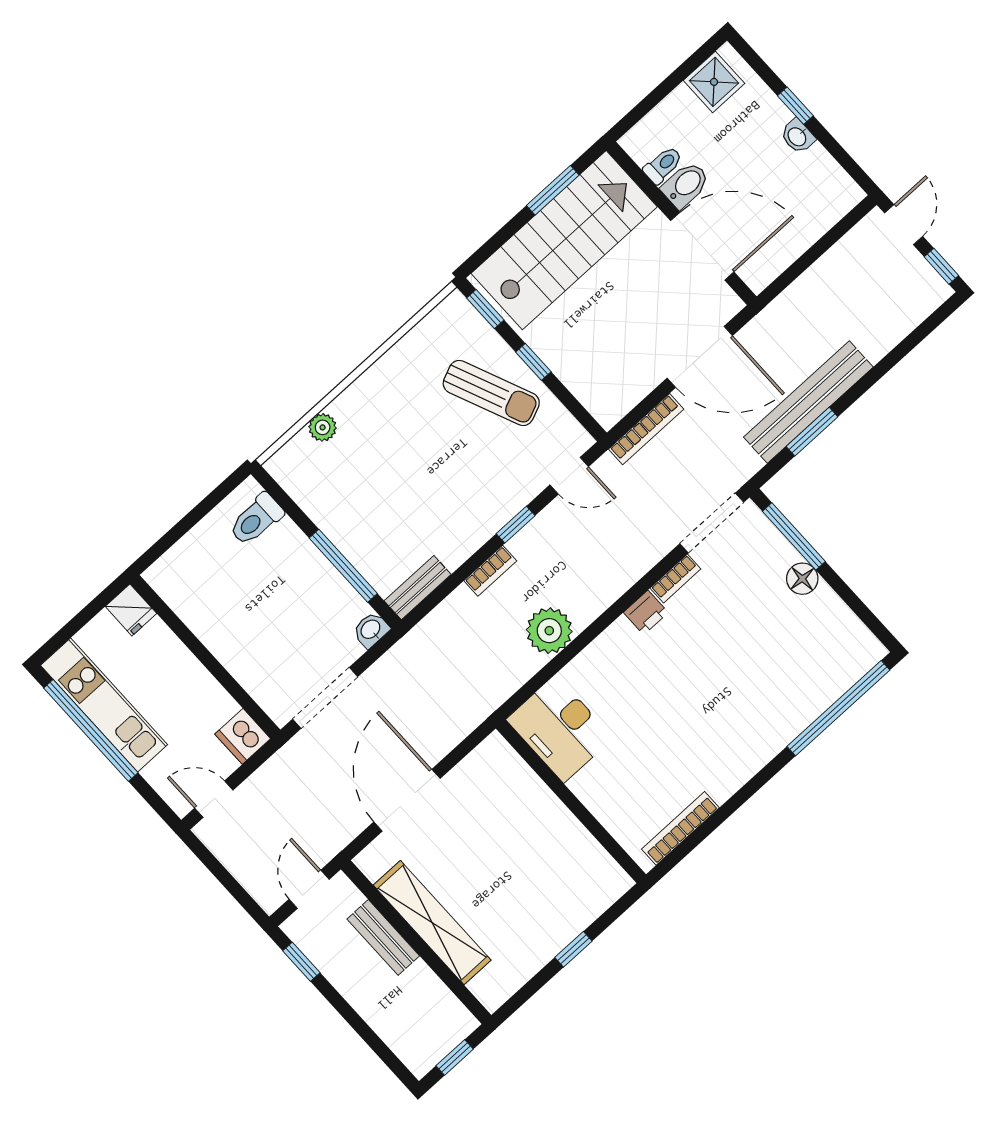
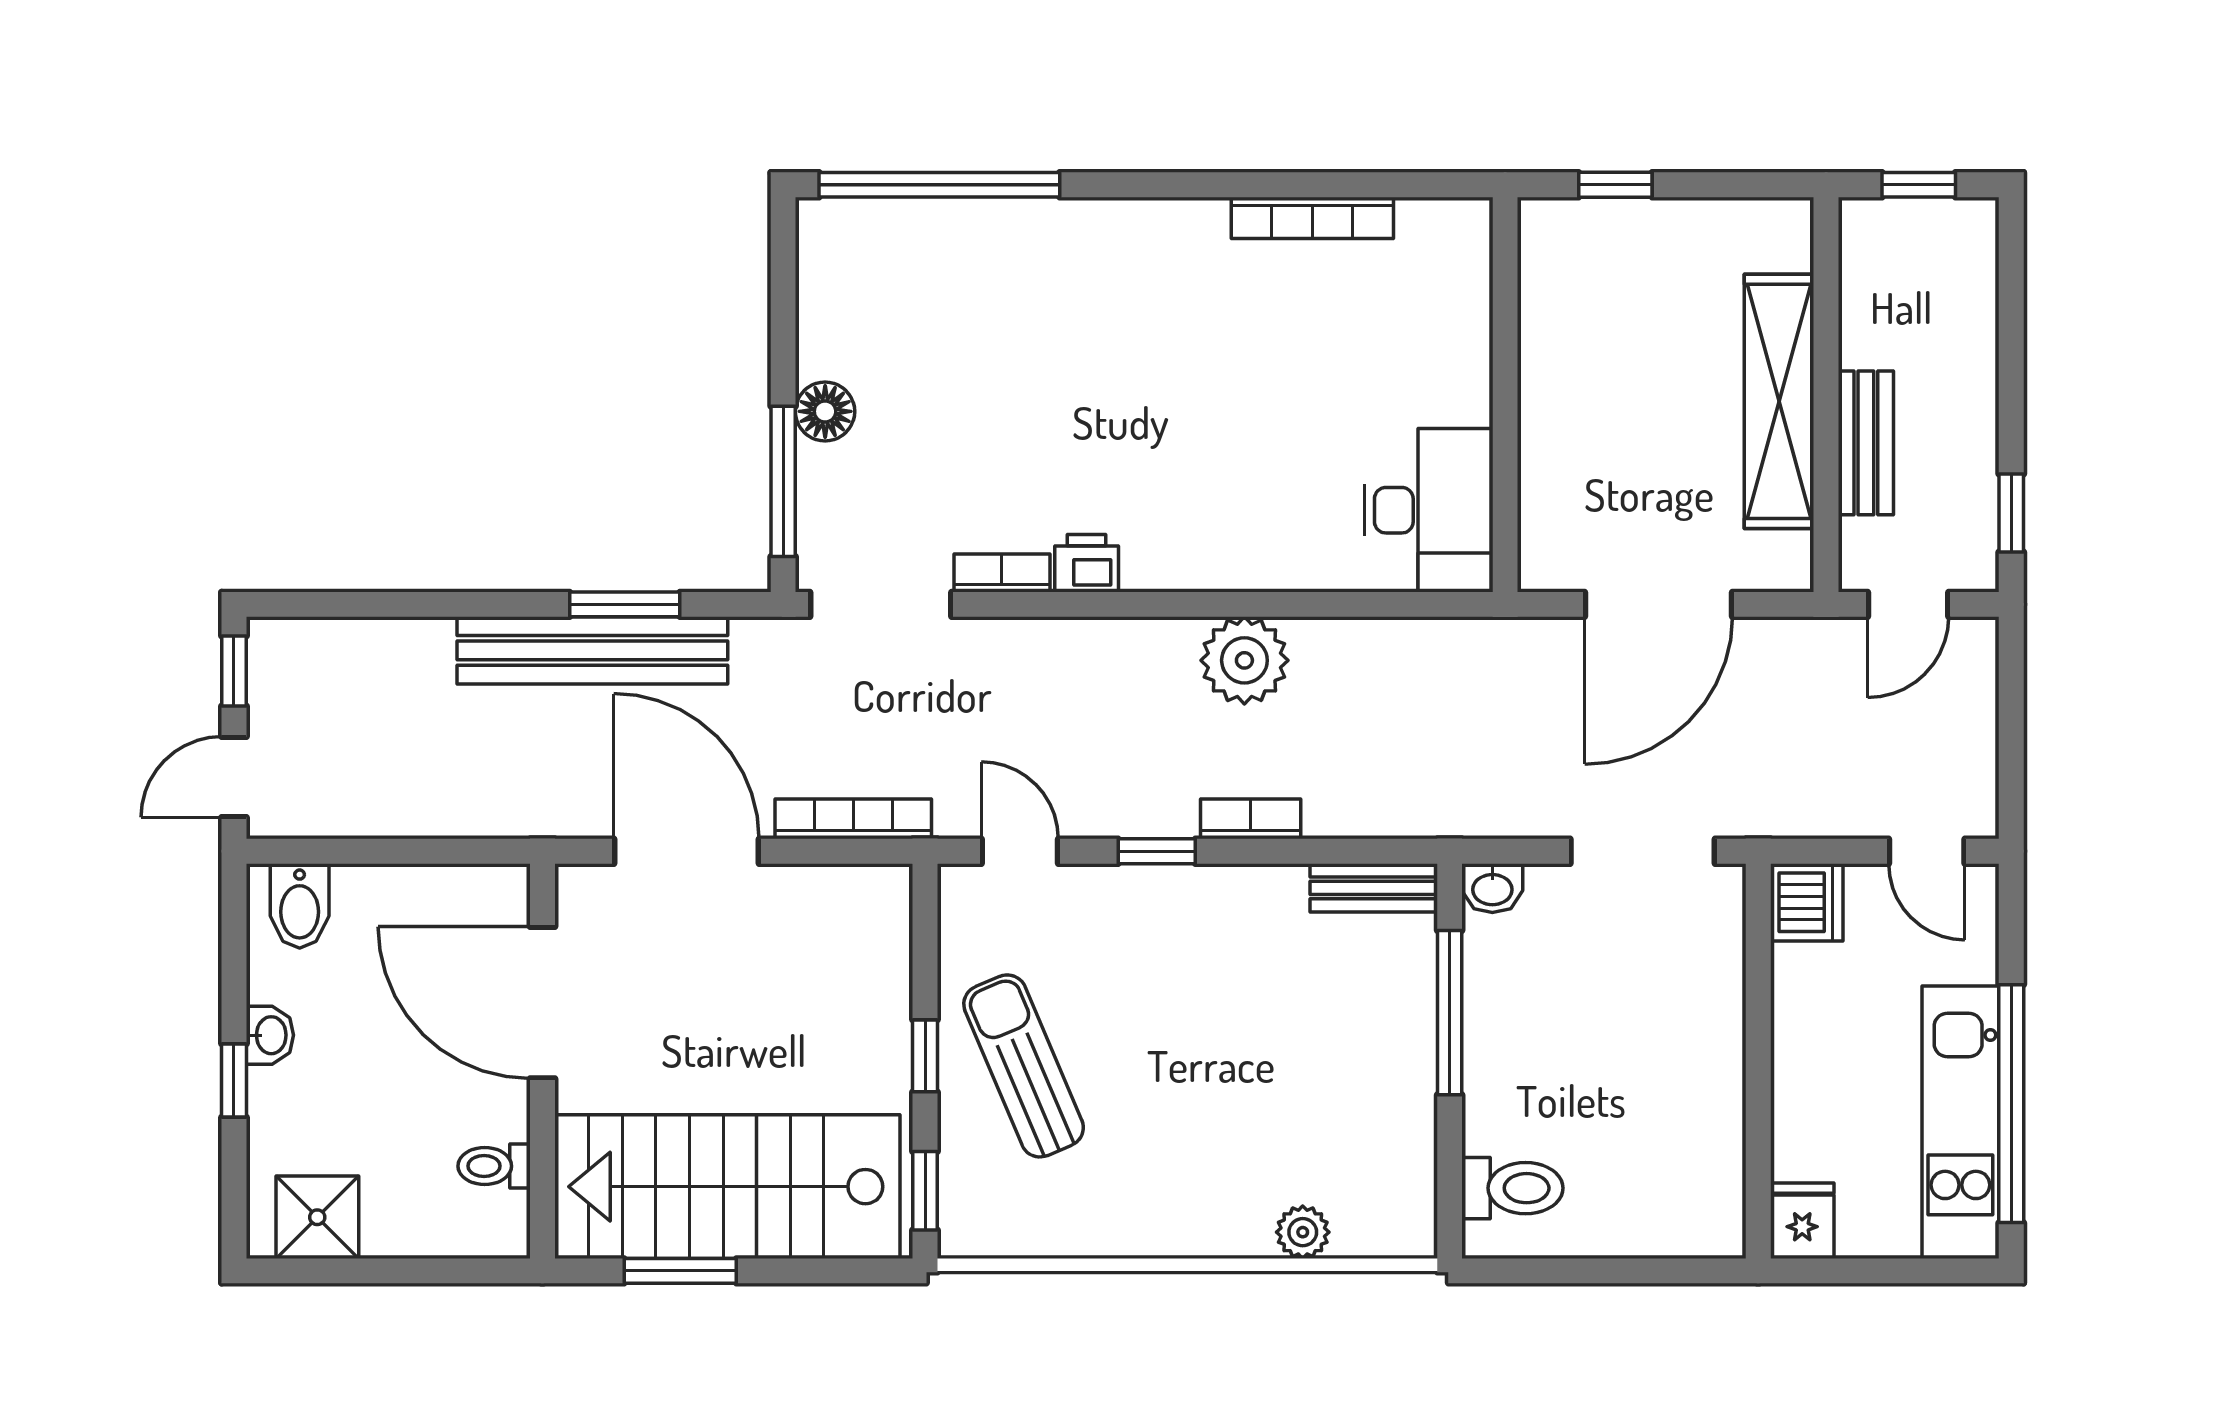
bidet: (686, 185) -> (300, 906), moved, turned -90
desk: (560, 729) -> (1429, 510), moved
wall: (571, 801) -> (1505, 395), moved

